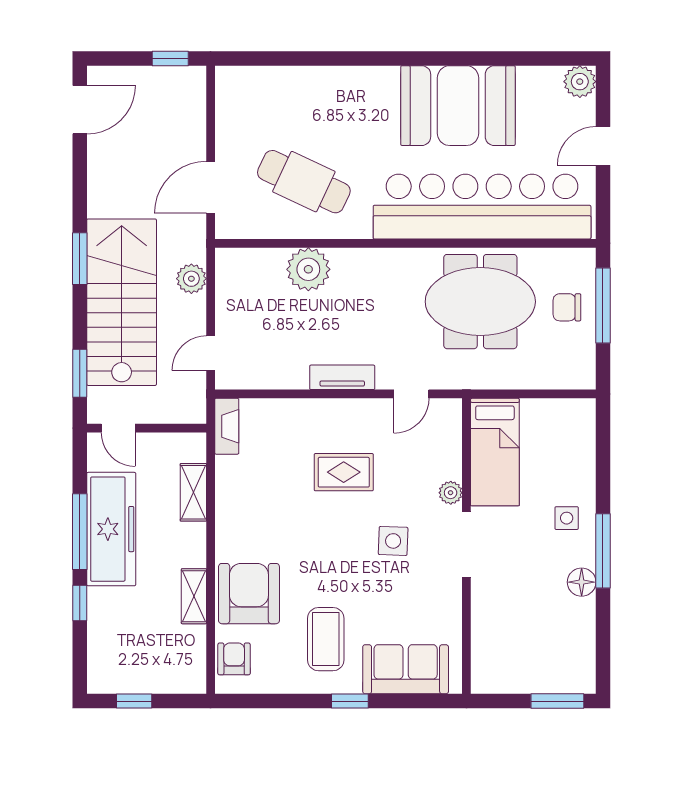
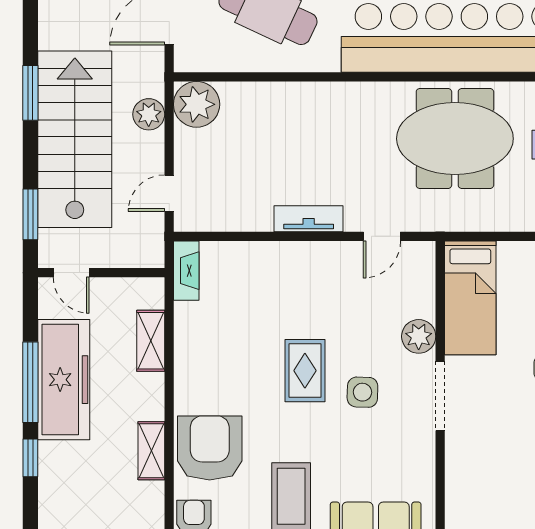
plant: (308, 269) -> (197, 104), moved
rug: (344, 472) -> (305, 371), moved, turned 90
plant: (451, 493) -> (419, 336), width x1.38, depth x1.38

